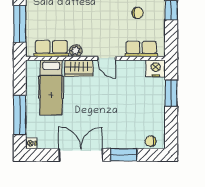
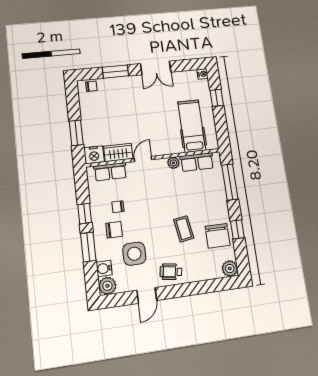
door: (107, 58) -> (143, 159), hinge flipped
wardrobe: (79, 68) -> (118, 152), moved
window: (20, 115) -> (217, 98), width x0.46
double door: (81, 155) -> (156, 68), width x0.73

